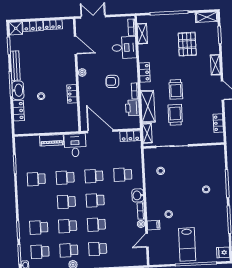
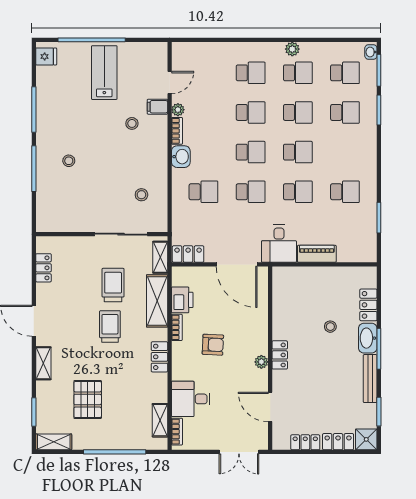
locker: (72, 94) -> (280, 355), moved
trolley: (175, 115) -> (113, 285), turned 180

